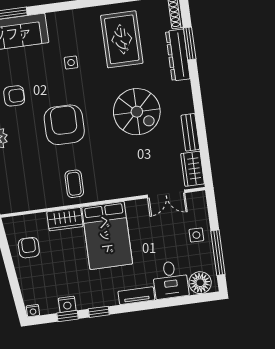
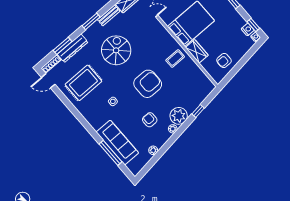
window: (198, 103) -> (91, 21), added
armchair: (64, 125) -> (148, 84), turned 180
nightstand: (67, 304) -> (248, 29), moved
window: (68, 316) -> (253, 25), moved

